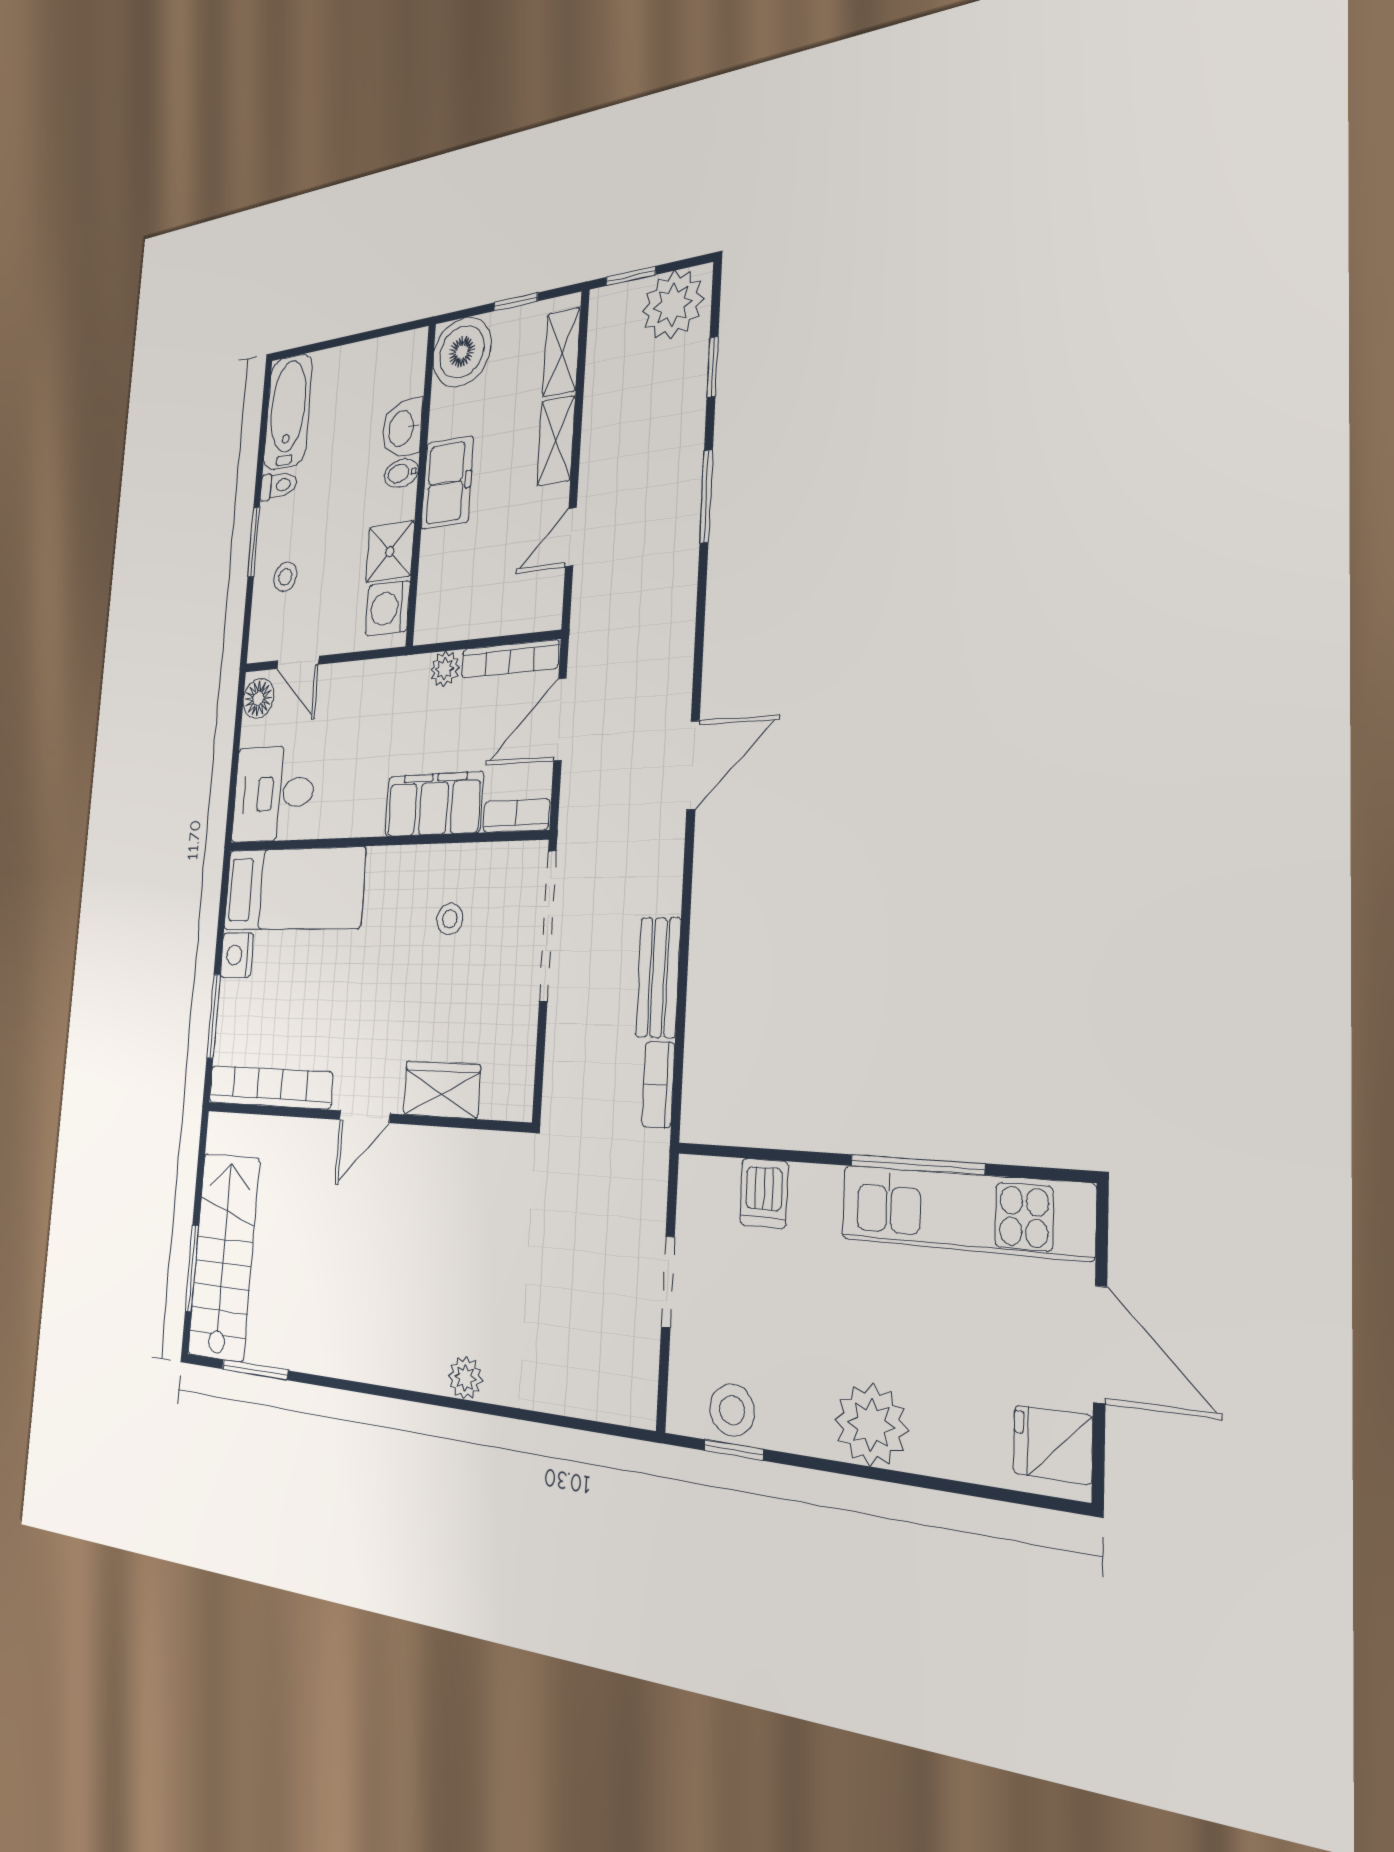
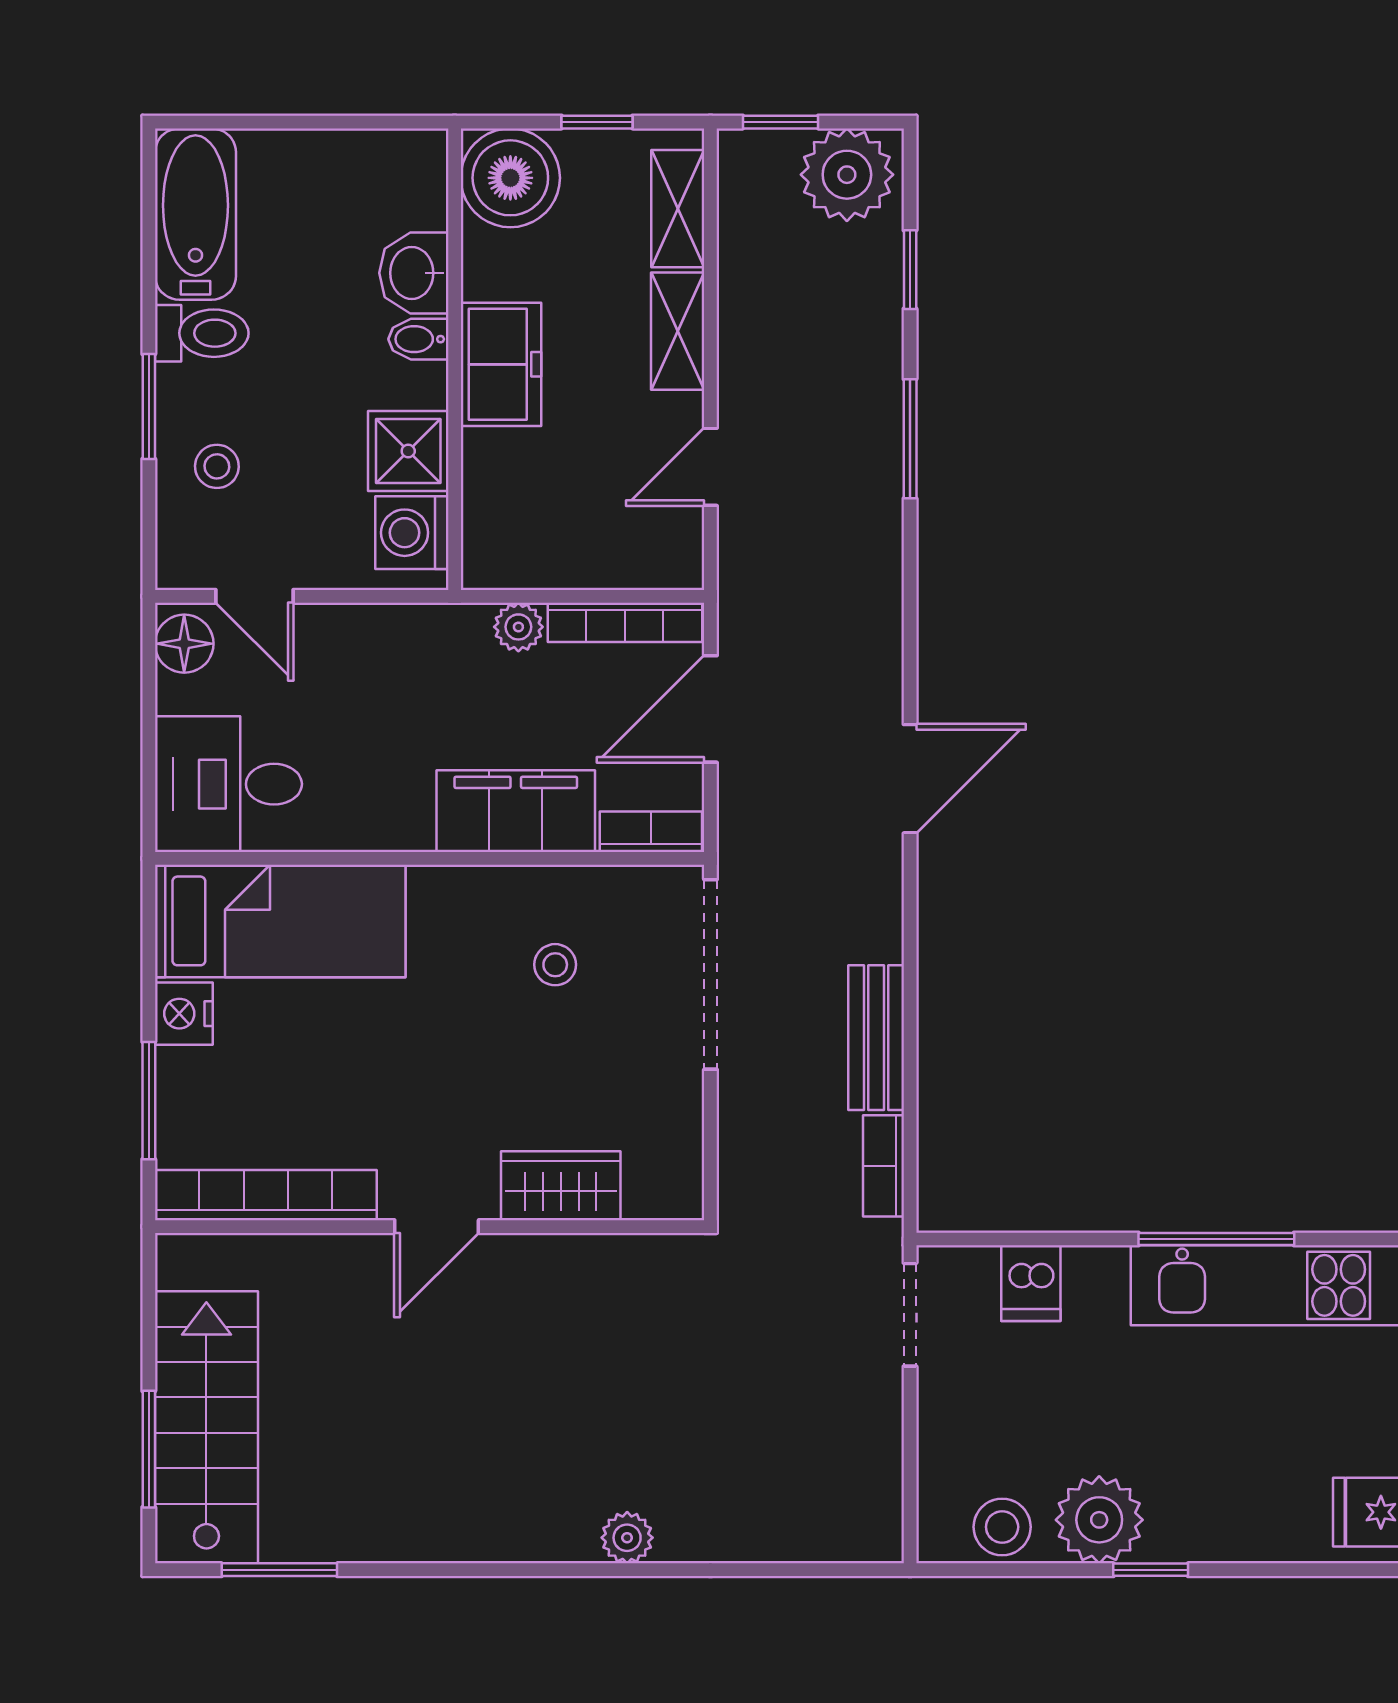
toilet: (279, 485) -> (202, 333), width x1.37, depth x1.39
doorway: (668, 1282) -> (910, 1315), moved
plant: (871, 1425) -> (1099, 1520), moved
window: (734, 1450) -> (1151, 1570), moved

